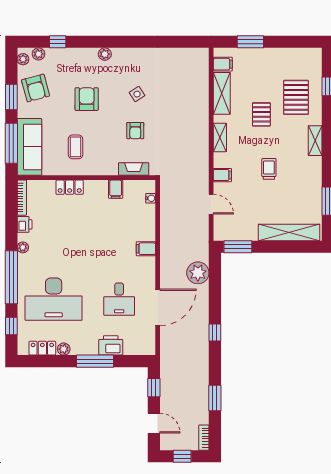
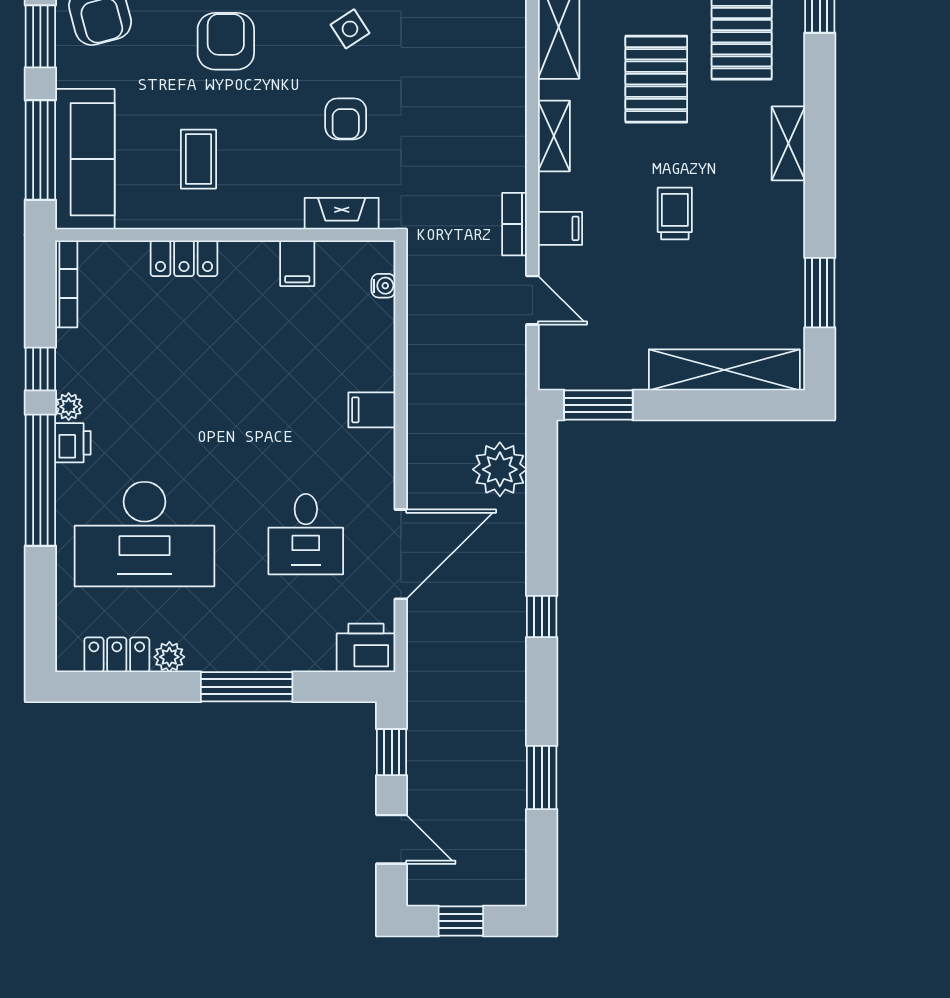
pallet: (261, 114) -> (656, 79), width x1.50, depth x1.42
printer: (25, 224) -> (73, 443), moved
window: (11, 326) -> (40, 369), moved
printer: (111, 345) -> (366, 648), moved
bookcase: (204, 438) -> (515, 224), moved

